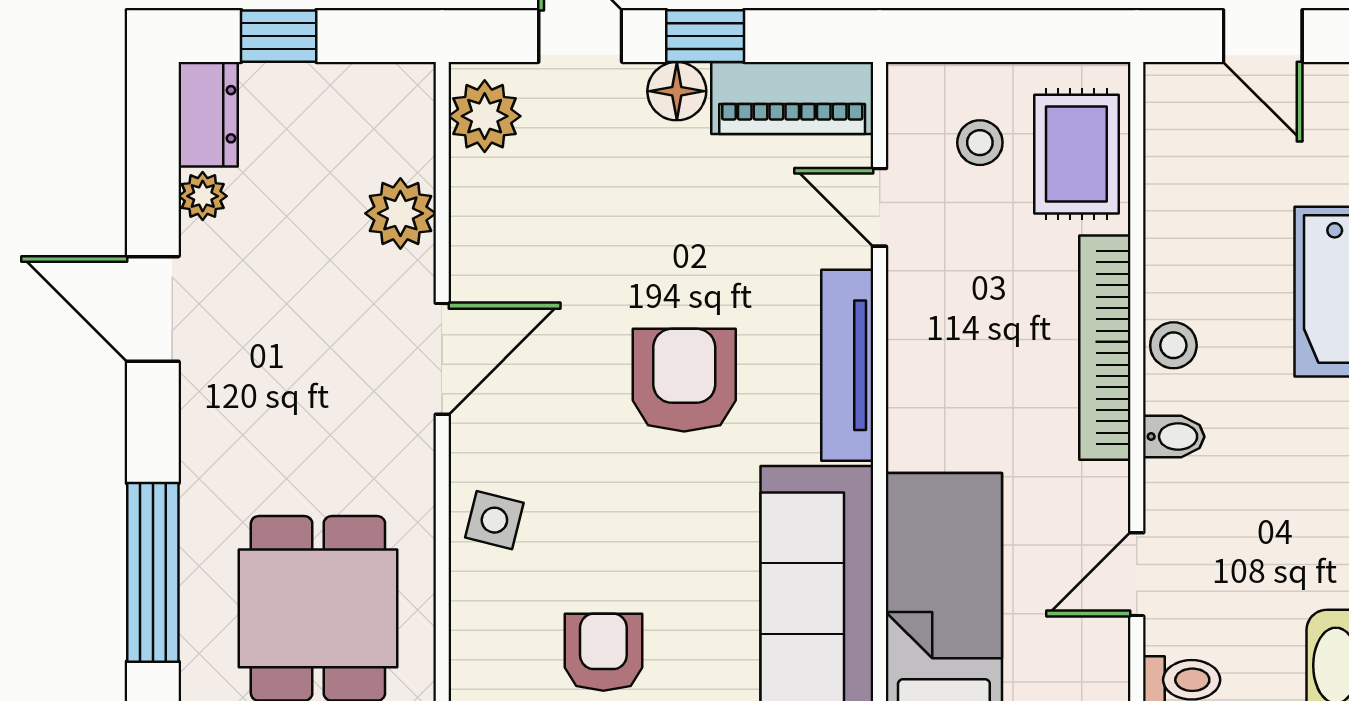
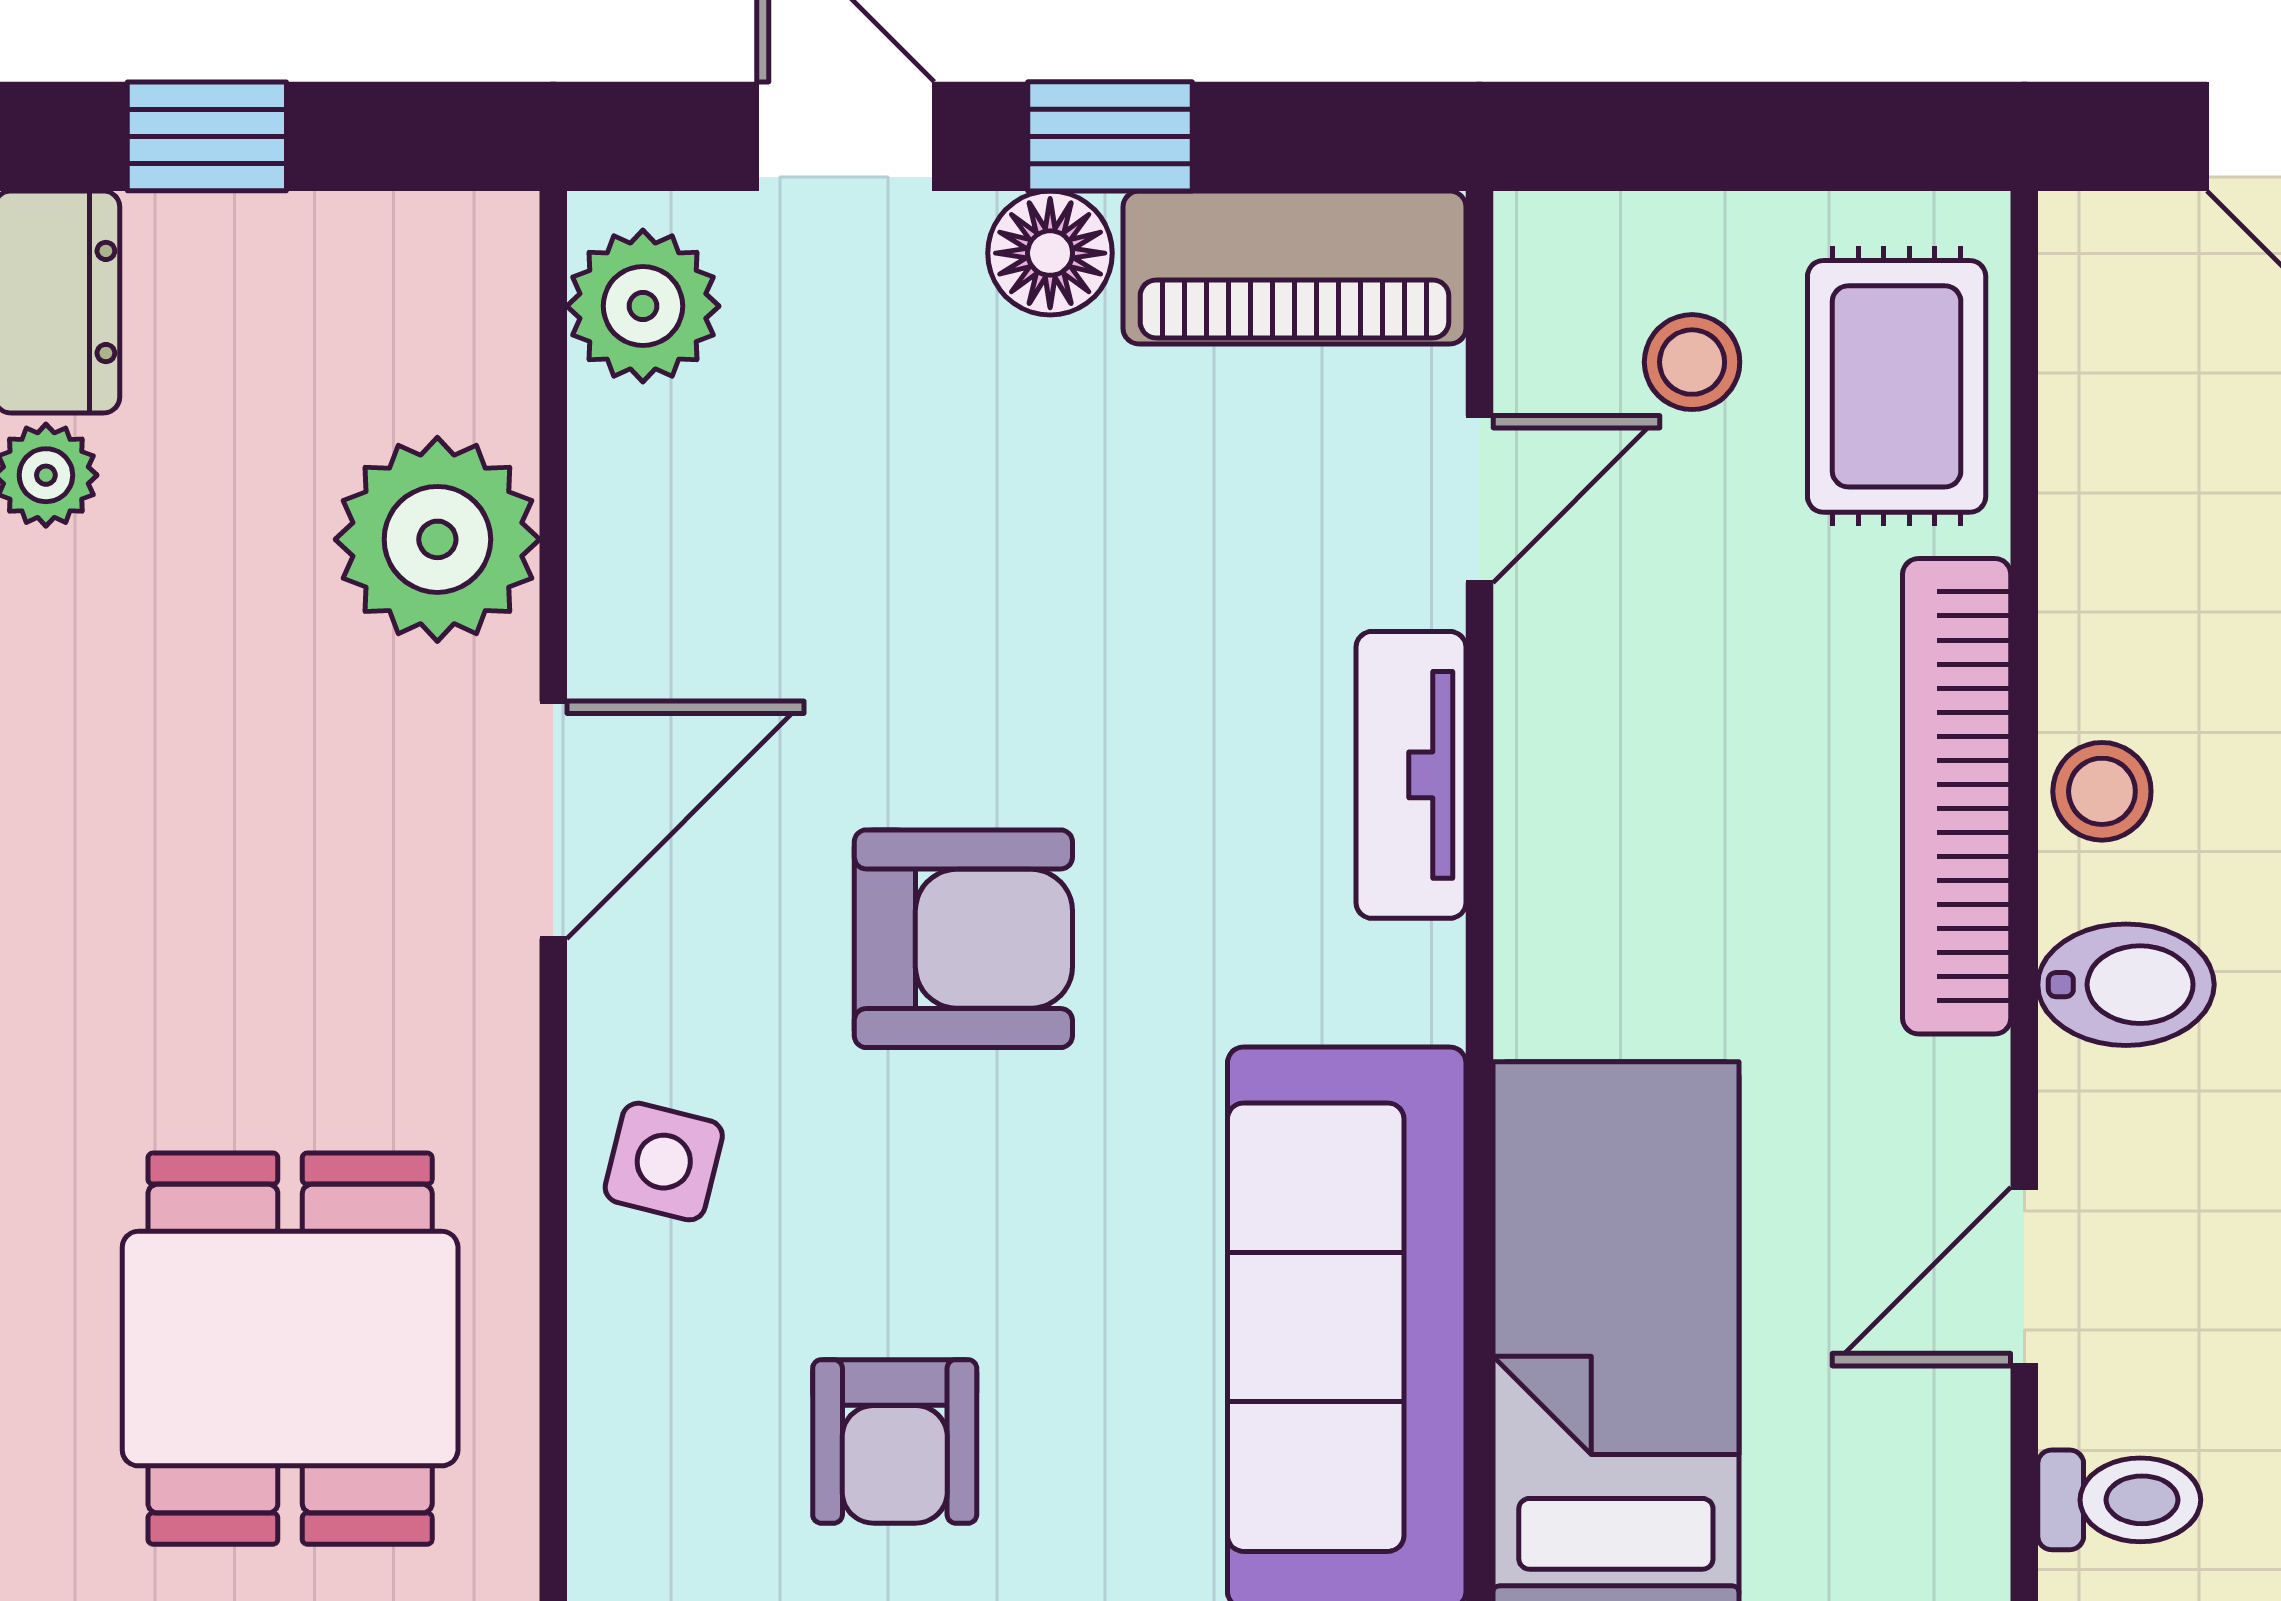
door: (880, 207) -> (1479, 499), swing flipped
plant: (400, 213) -> (437, 539), width x1.36, depth x1.36
tv unit: (847, 365) -> (1411, 775), width x0.71
armchair: (684, 380) -> (963, 939), moved, turned 90
bidet: (1174, 437) -> (2126, 985), width x1.38, depth x1.36
armchair: (603, 652) -> (895, 1441), turned 180

